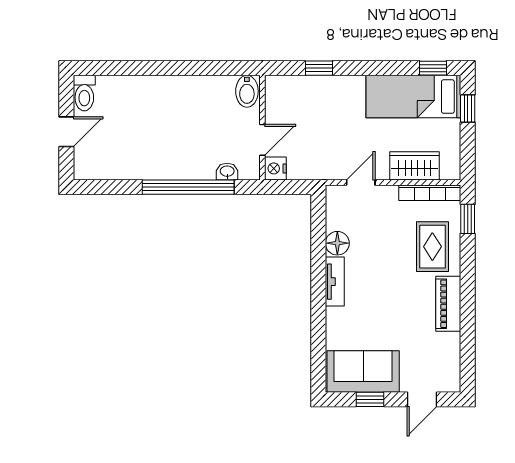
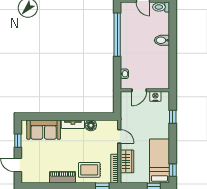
bidet: (247, 91) -> (162, 40), moved
door: (262, 140) -> (139, 90), hinge flipped
nightstand: (275, 168) -> (155, 96), moved
window: (188, 187) -> (117, 35), moved
sofa: (363, 372) -> (44, 130), moved, turned 90

